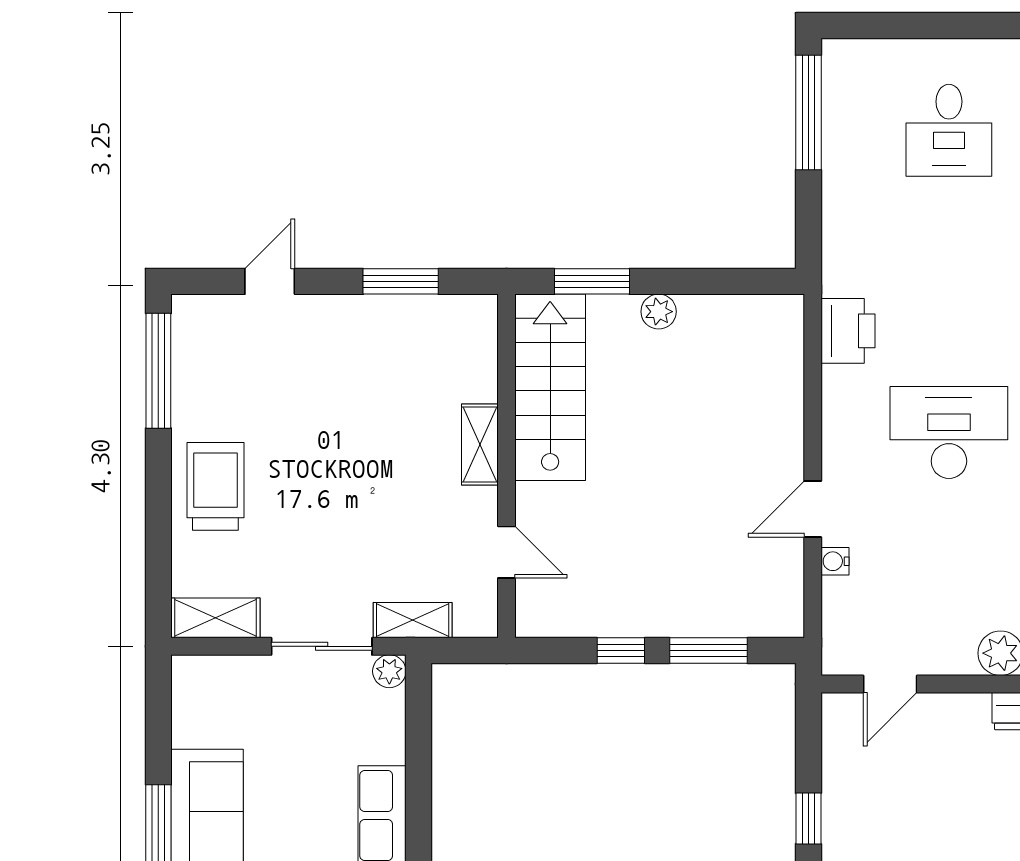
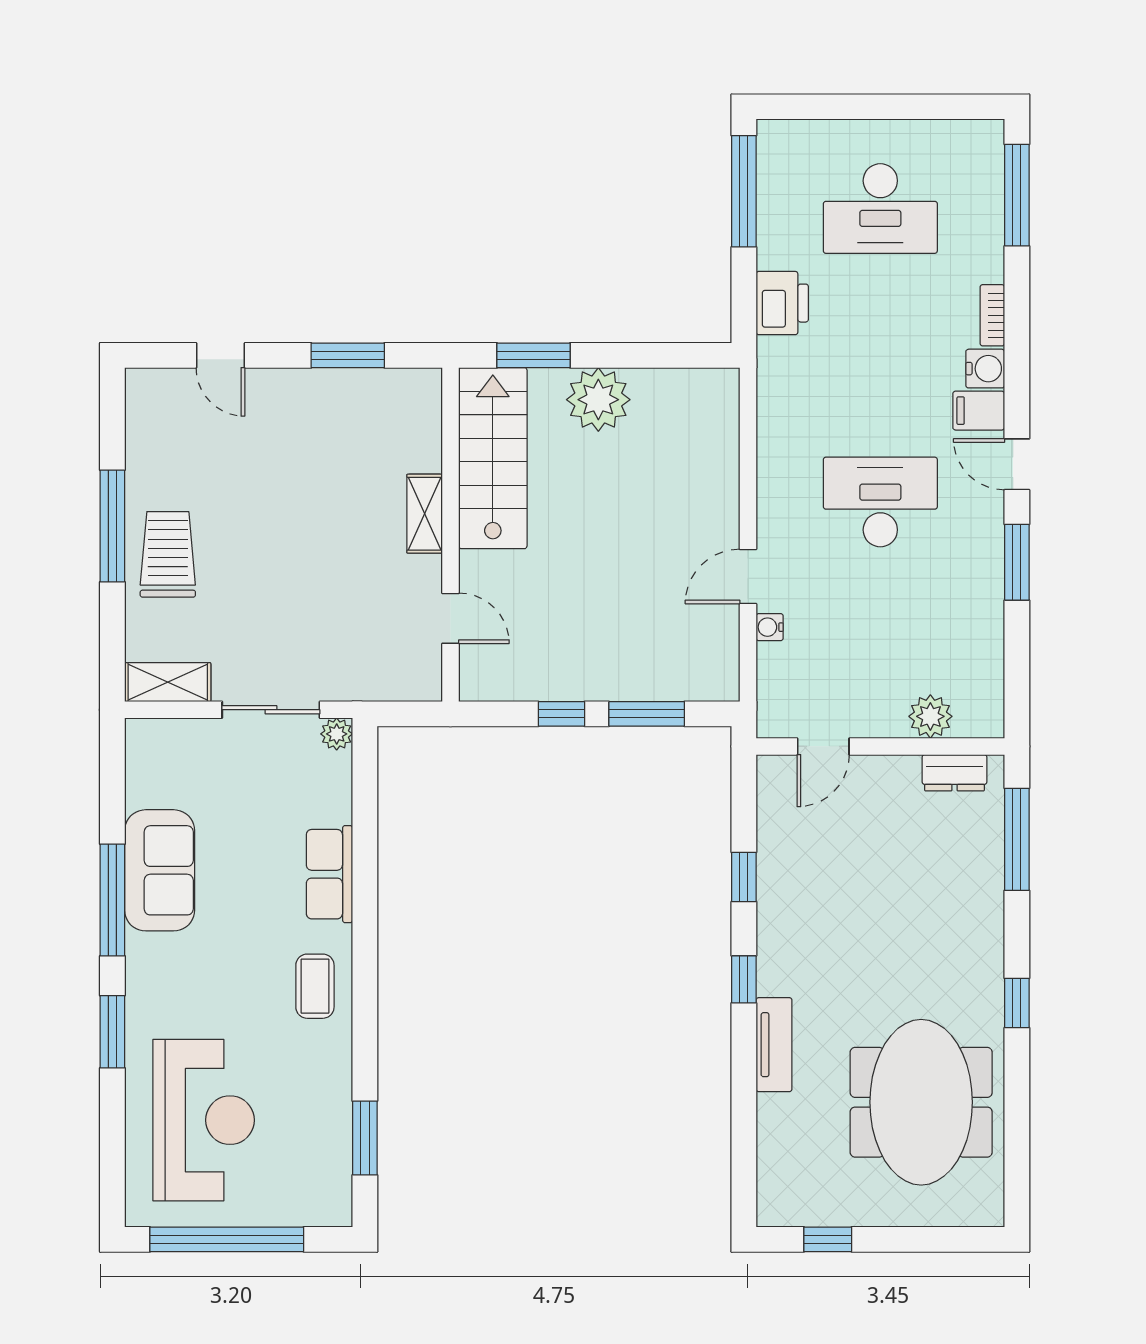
desk: (949, 130) -> (880, 208), width x1.37
door: (270, 281) -> (220, 355), swing flipped
plant: (659, 312) -> (598, 400), width x1.87, depth x1.87
printer: (848, 331) -> (782, 303), moved
window: (158, 371) -> (112, 526), moved
shelving: (413, 620) -> (359, 684), removed

